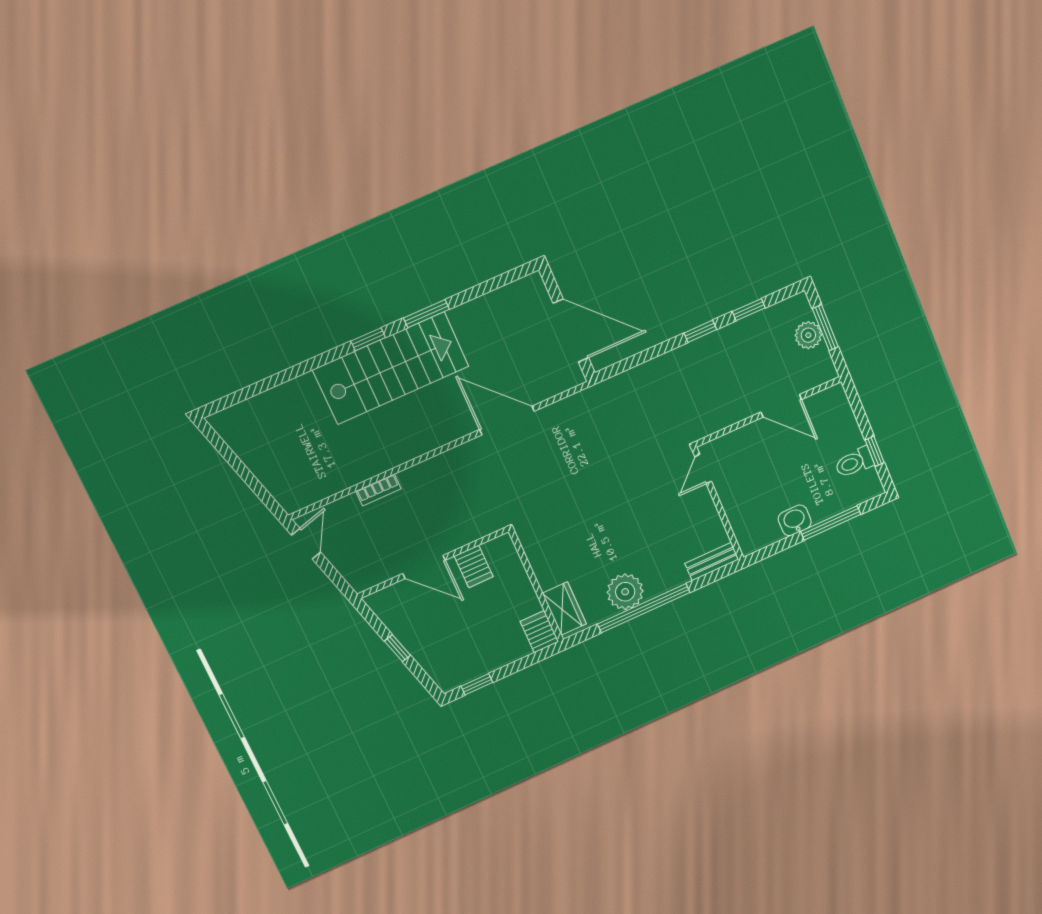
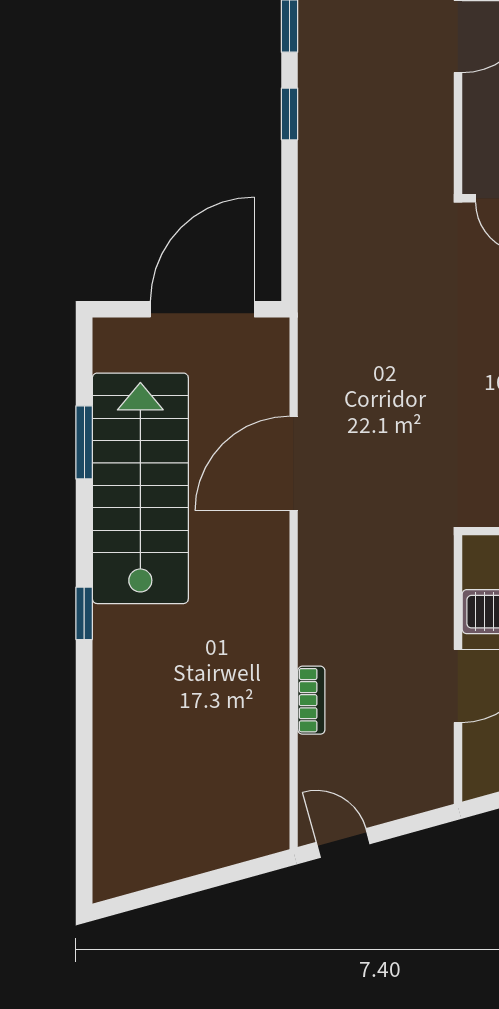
window: (426, 314) -> (84, 442), moved
stairs: (391, 368) -> (140, 488), moved

